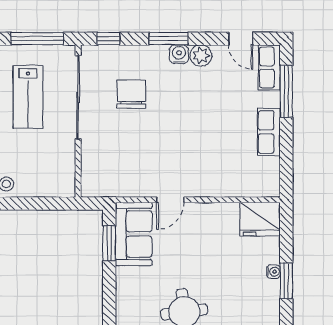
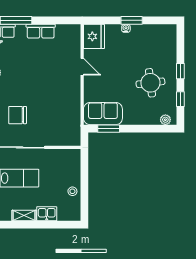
door: (170, 200) -> (82, 67), moved

